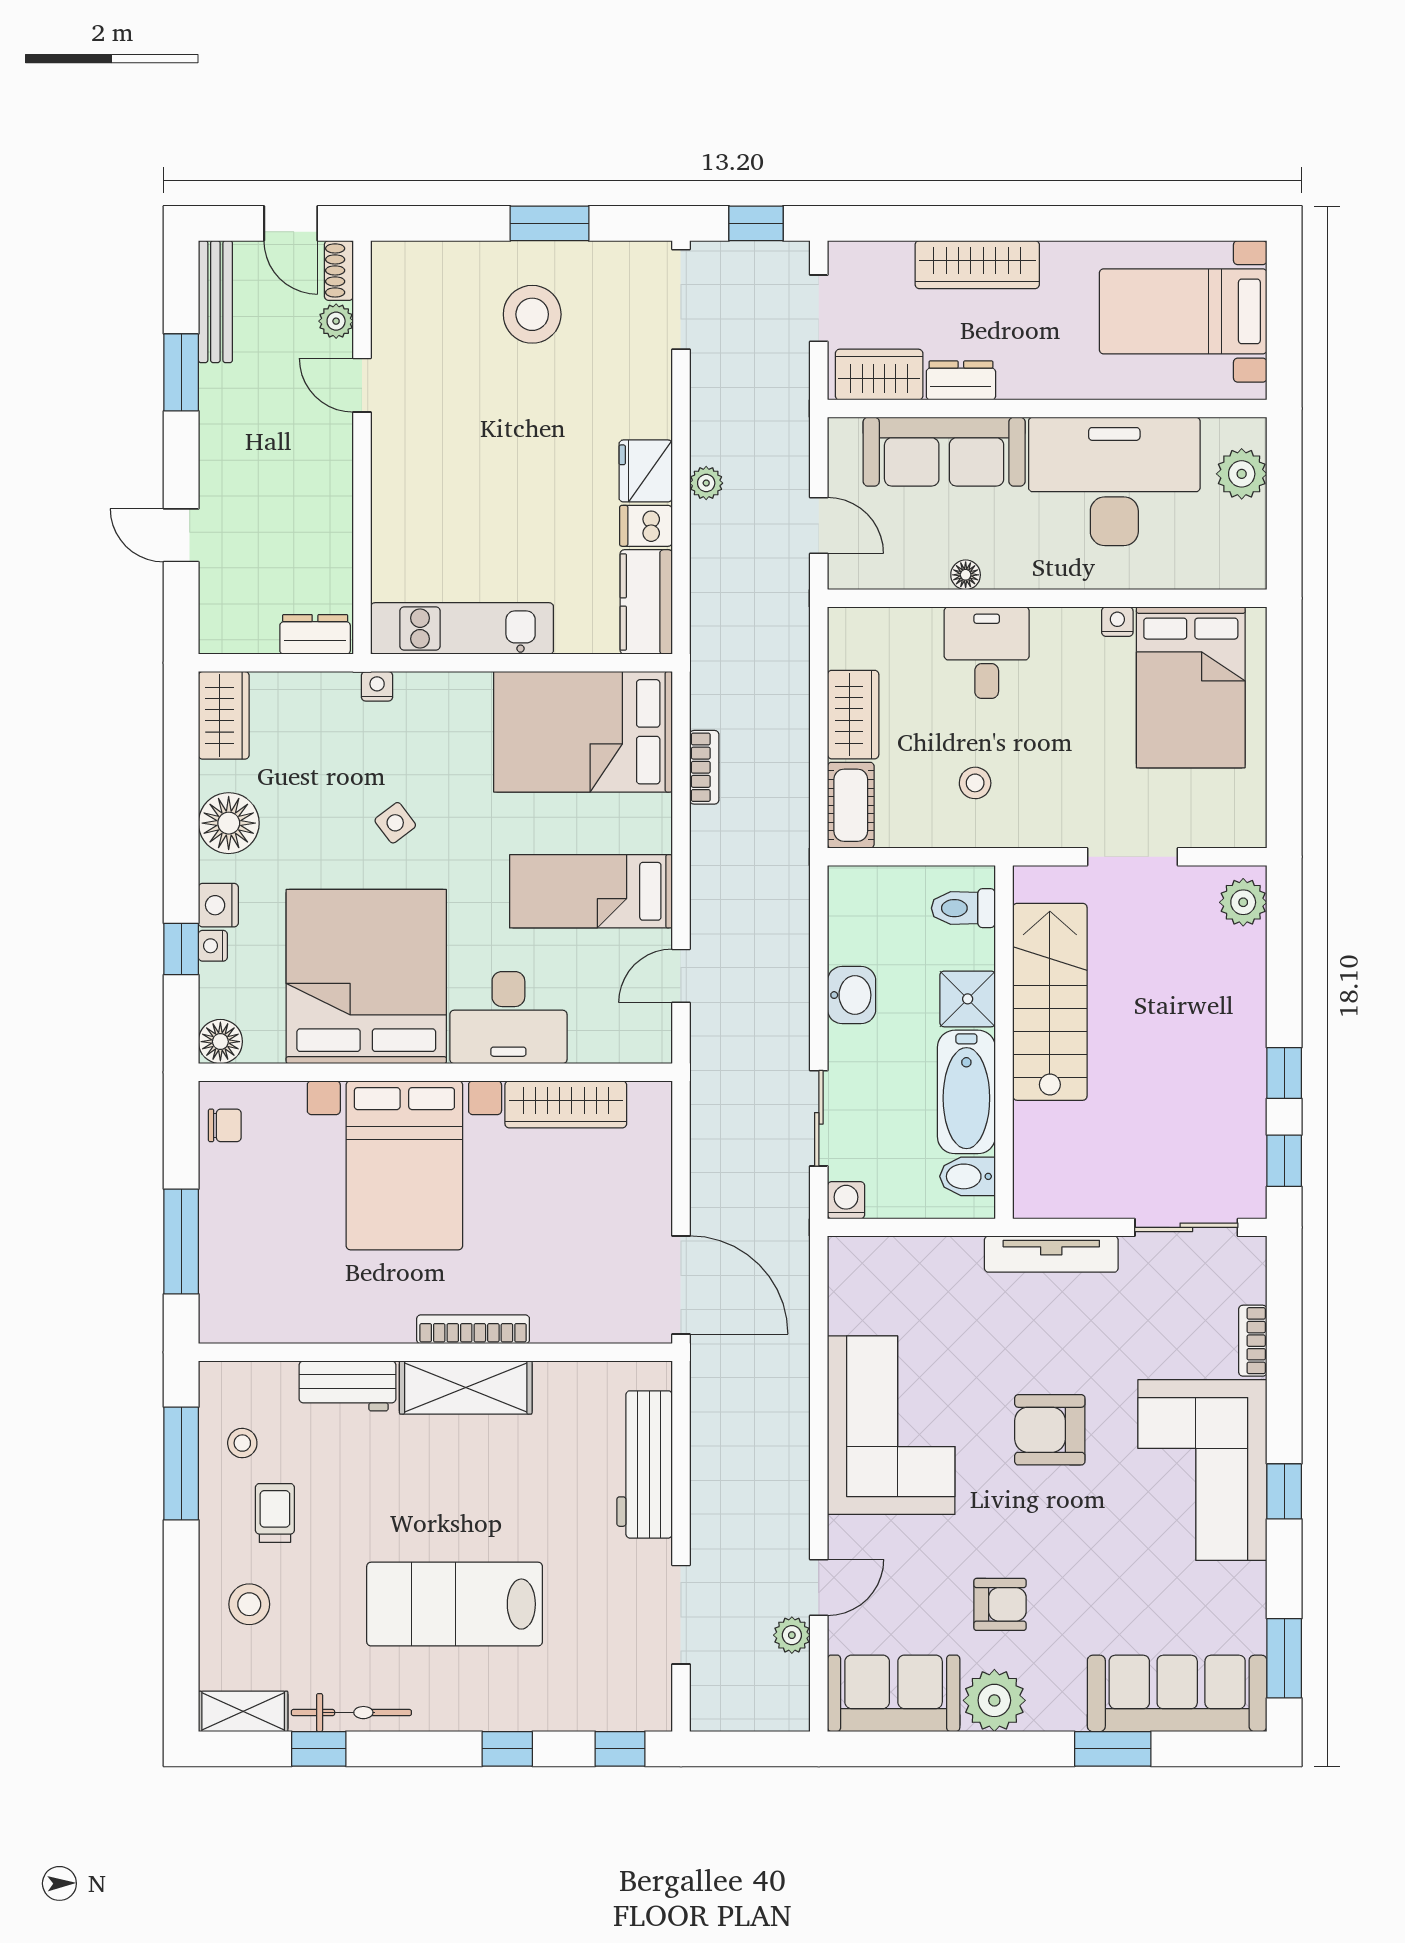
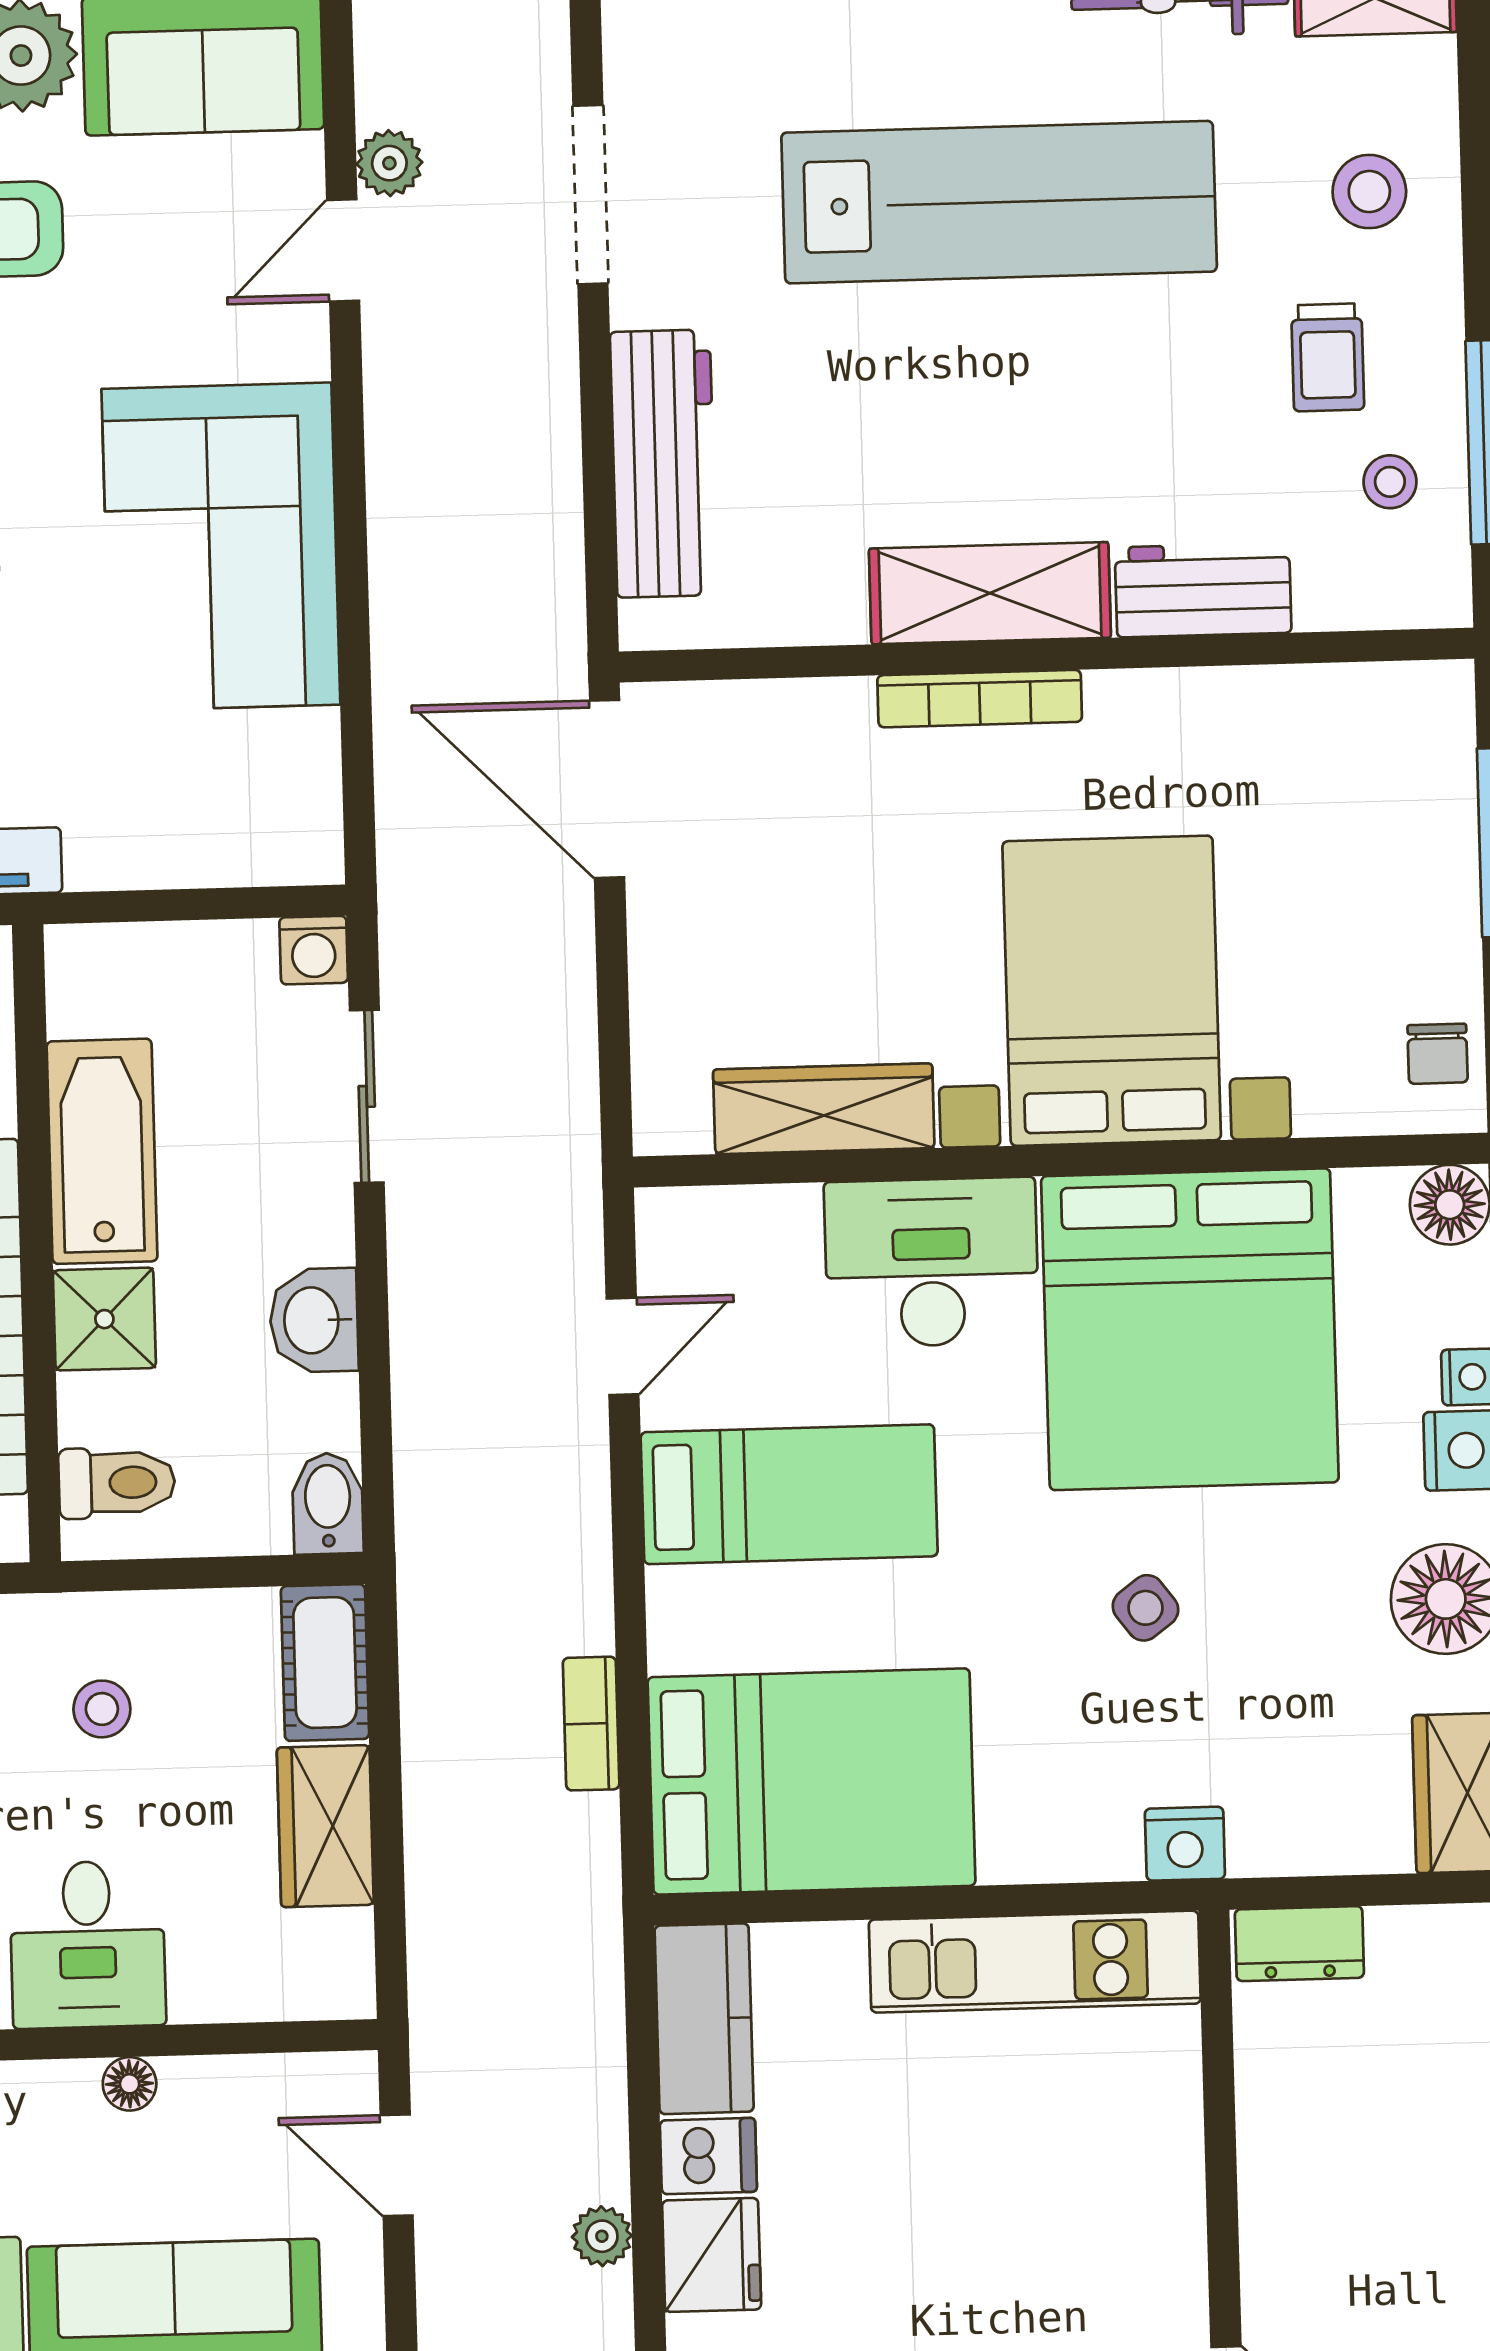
nightstand: (377, 686) -> (1185, 1844), width x1.39, depth x1.35
chair: (225, 1125) -> (1438, 1054), turned -90
bidet: (968, 1176) -> (328, 1503), moved, turned -90
lab bench: (455, 1604) -> (999, 202), width x1.36

